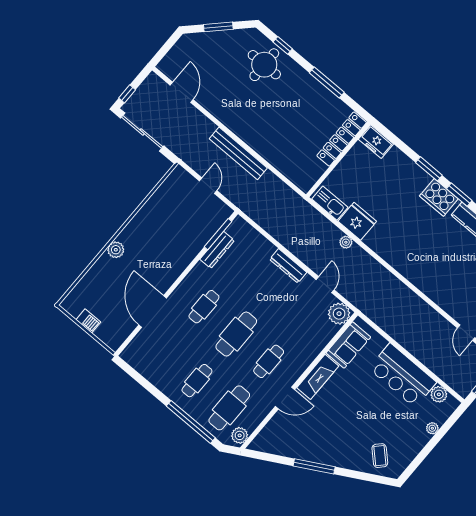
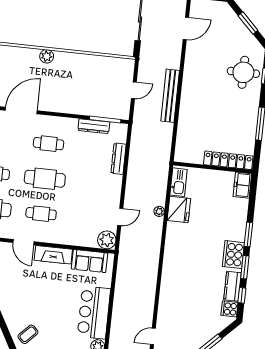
dresser: (288, 266) -> (119, 159), moved

